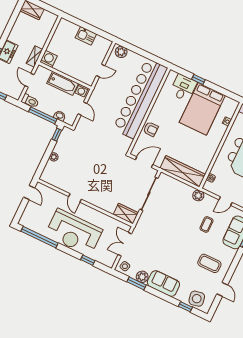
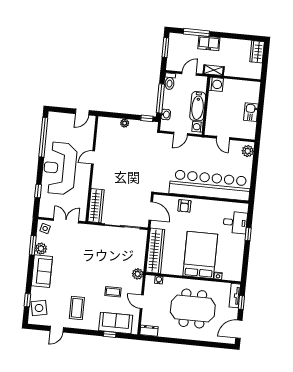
bed: (202, 109) -> (200, 255), moved, turned 90
wardrobe: (126, 214) -> (96, 206), width x1.50

